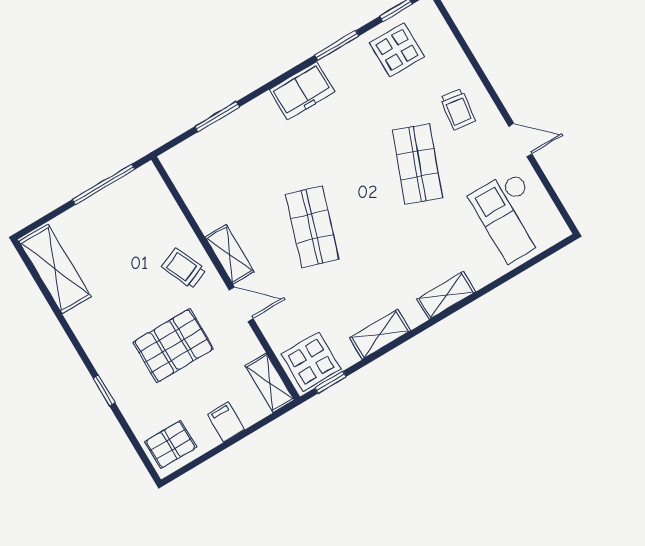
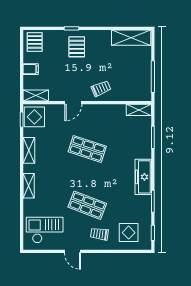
display table: (397, 50) -> (129, 233), moved
freezer: (302, 91) -> (143, 177), width x1.40
door: (520, 140) -> (72, 251), hinge flipped
shelving: (230, 254) -> (139, 110), moved
pallet: (173, 345) -> (77, 47), moved, width x0.67, depth x0.71

